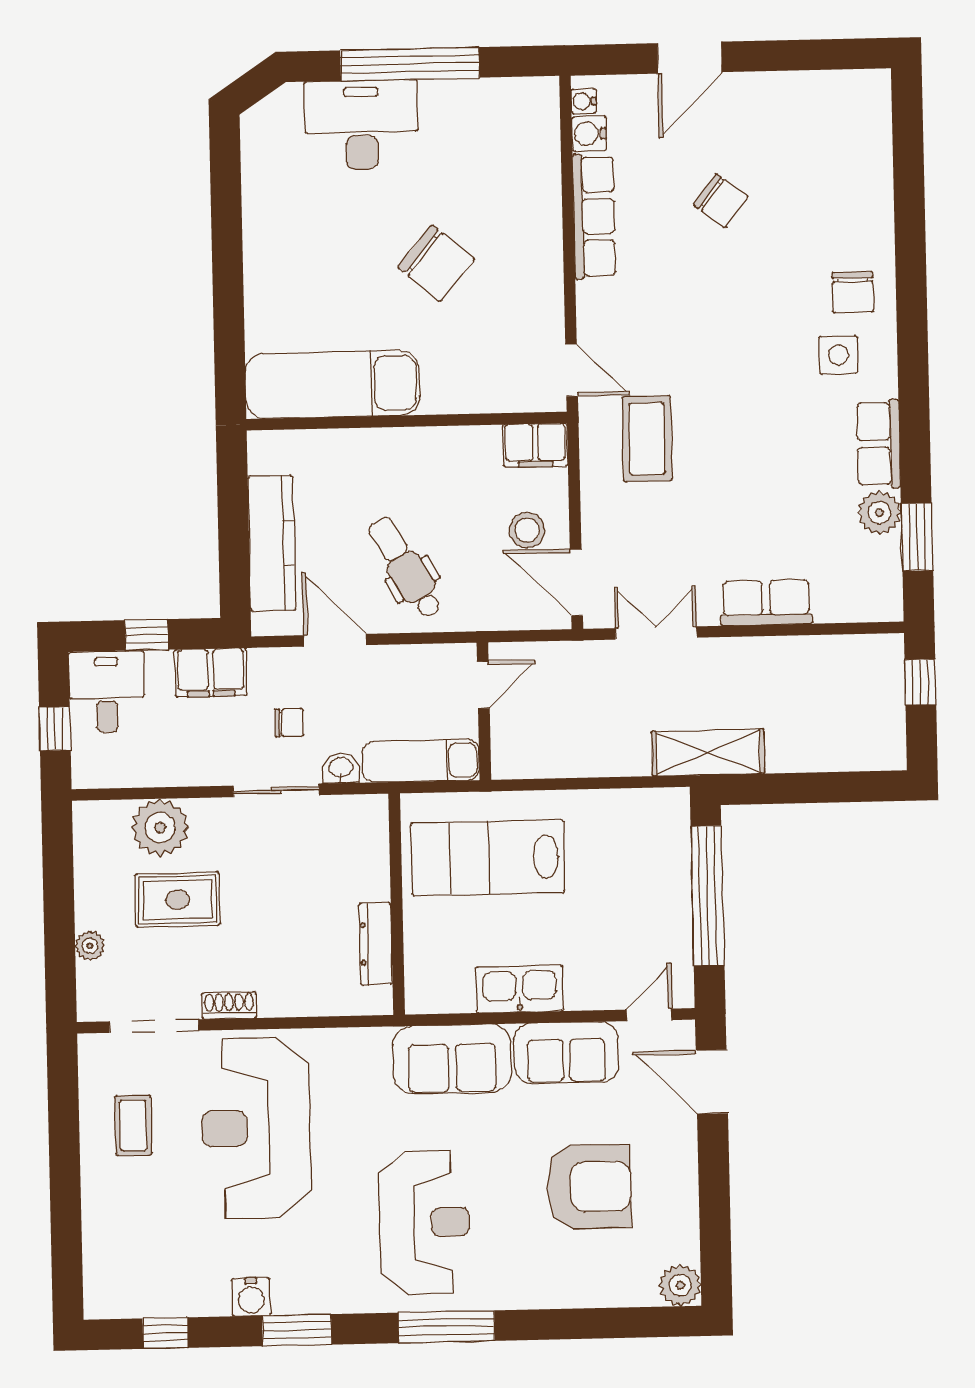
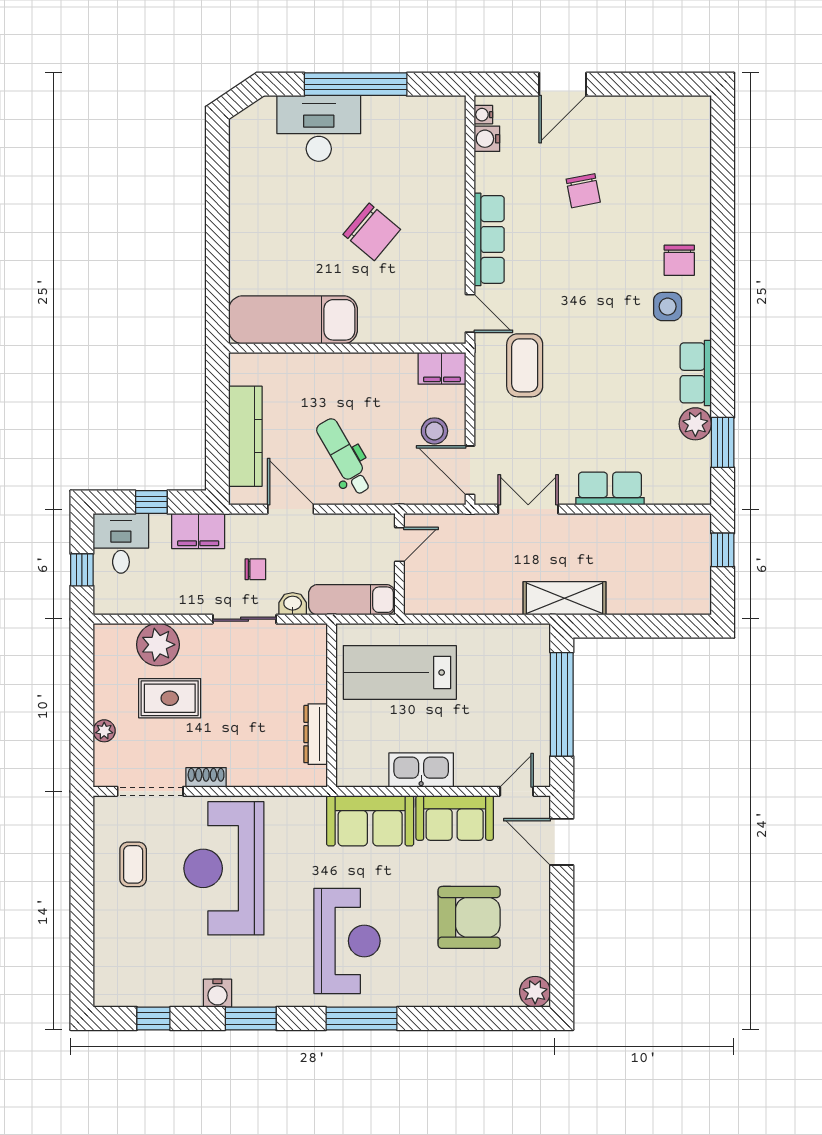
chair: (721, 201) -> (583, 191), turned 42
row of seats: (594, 216) -> (489, 239), moved

